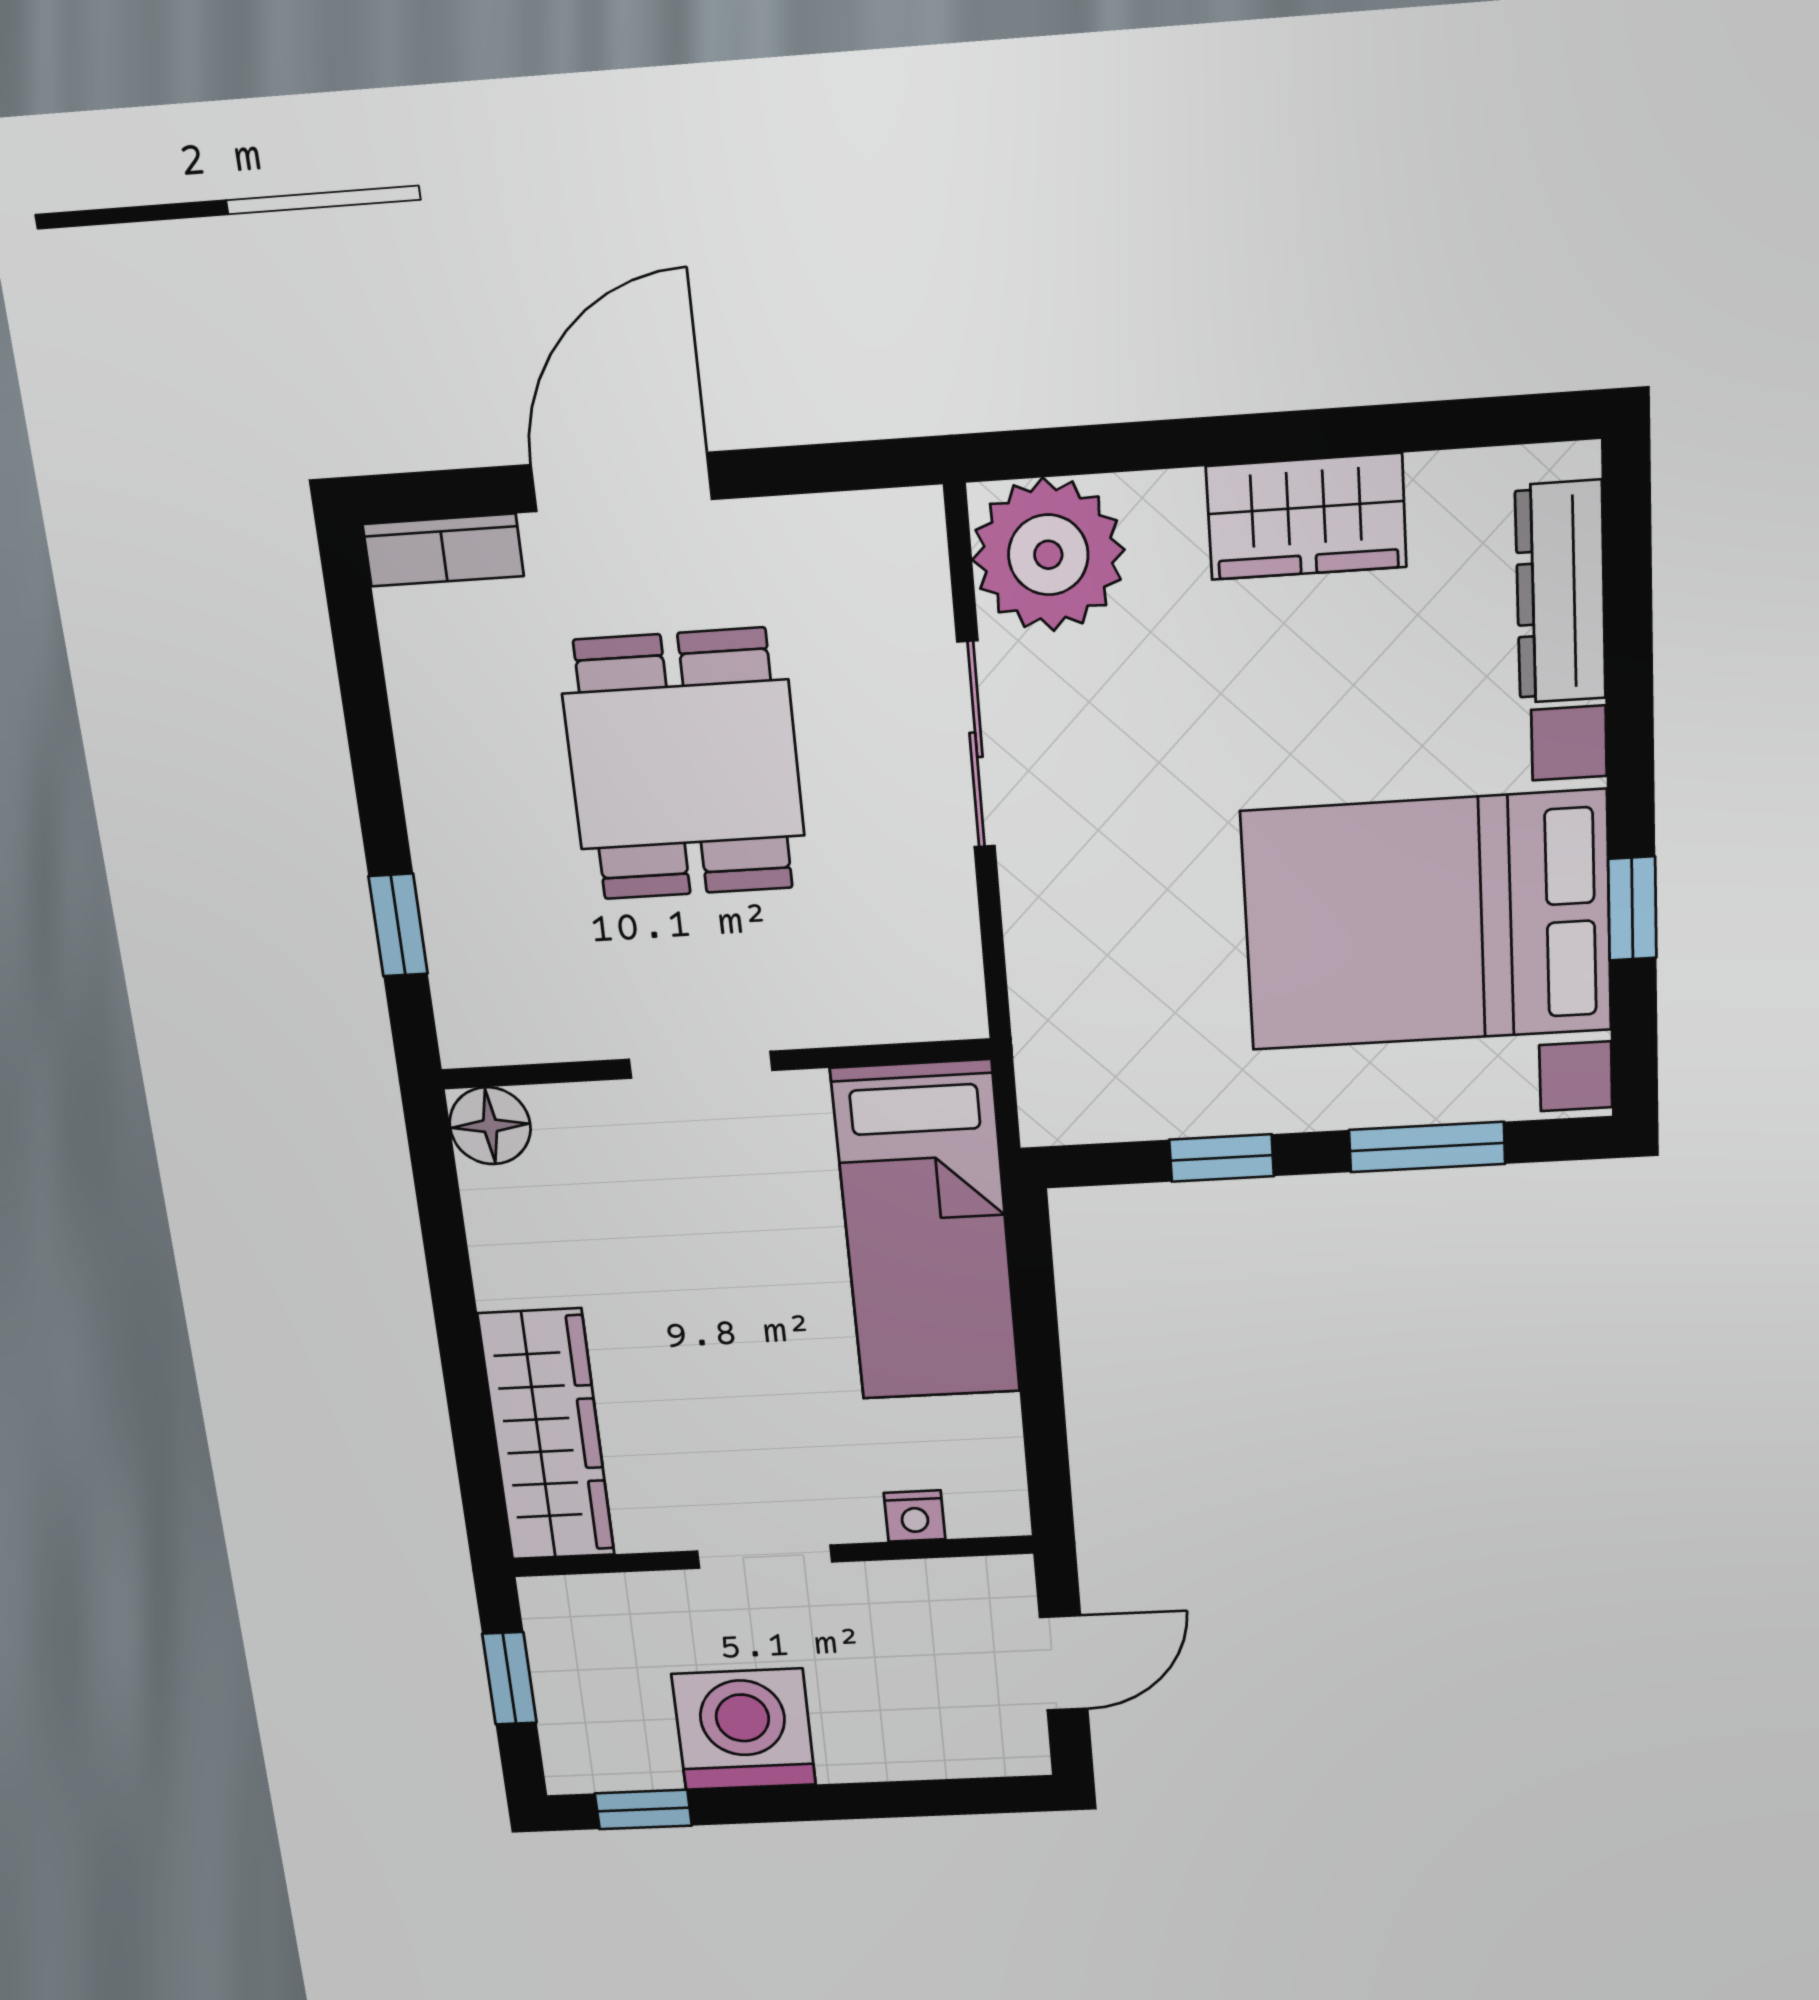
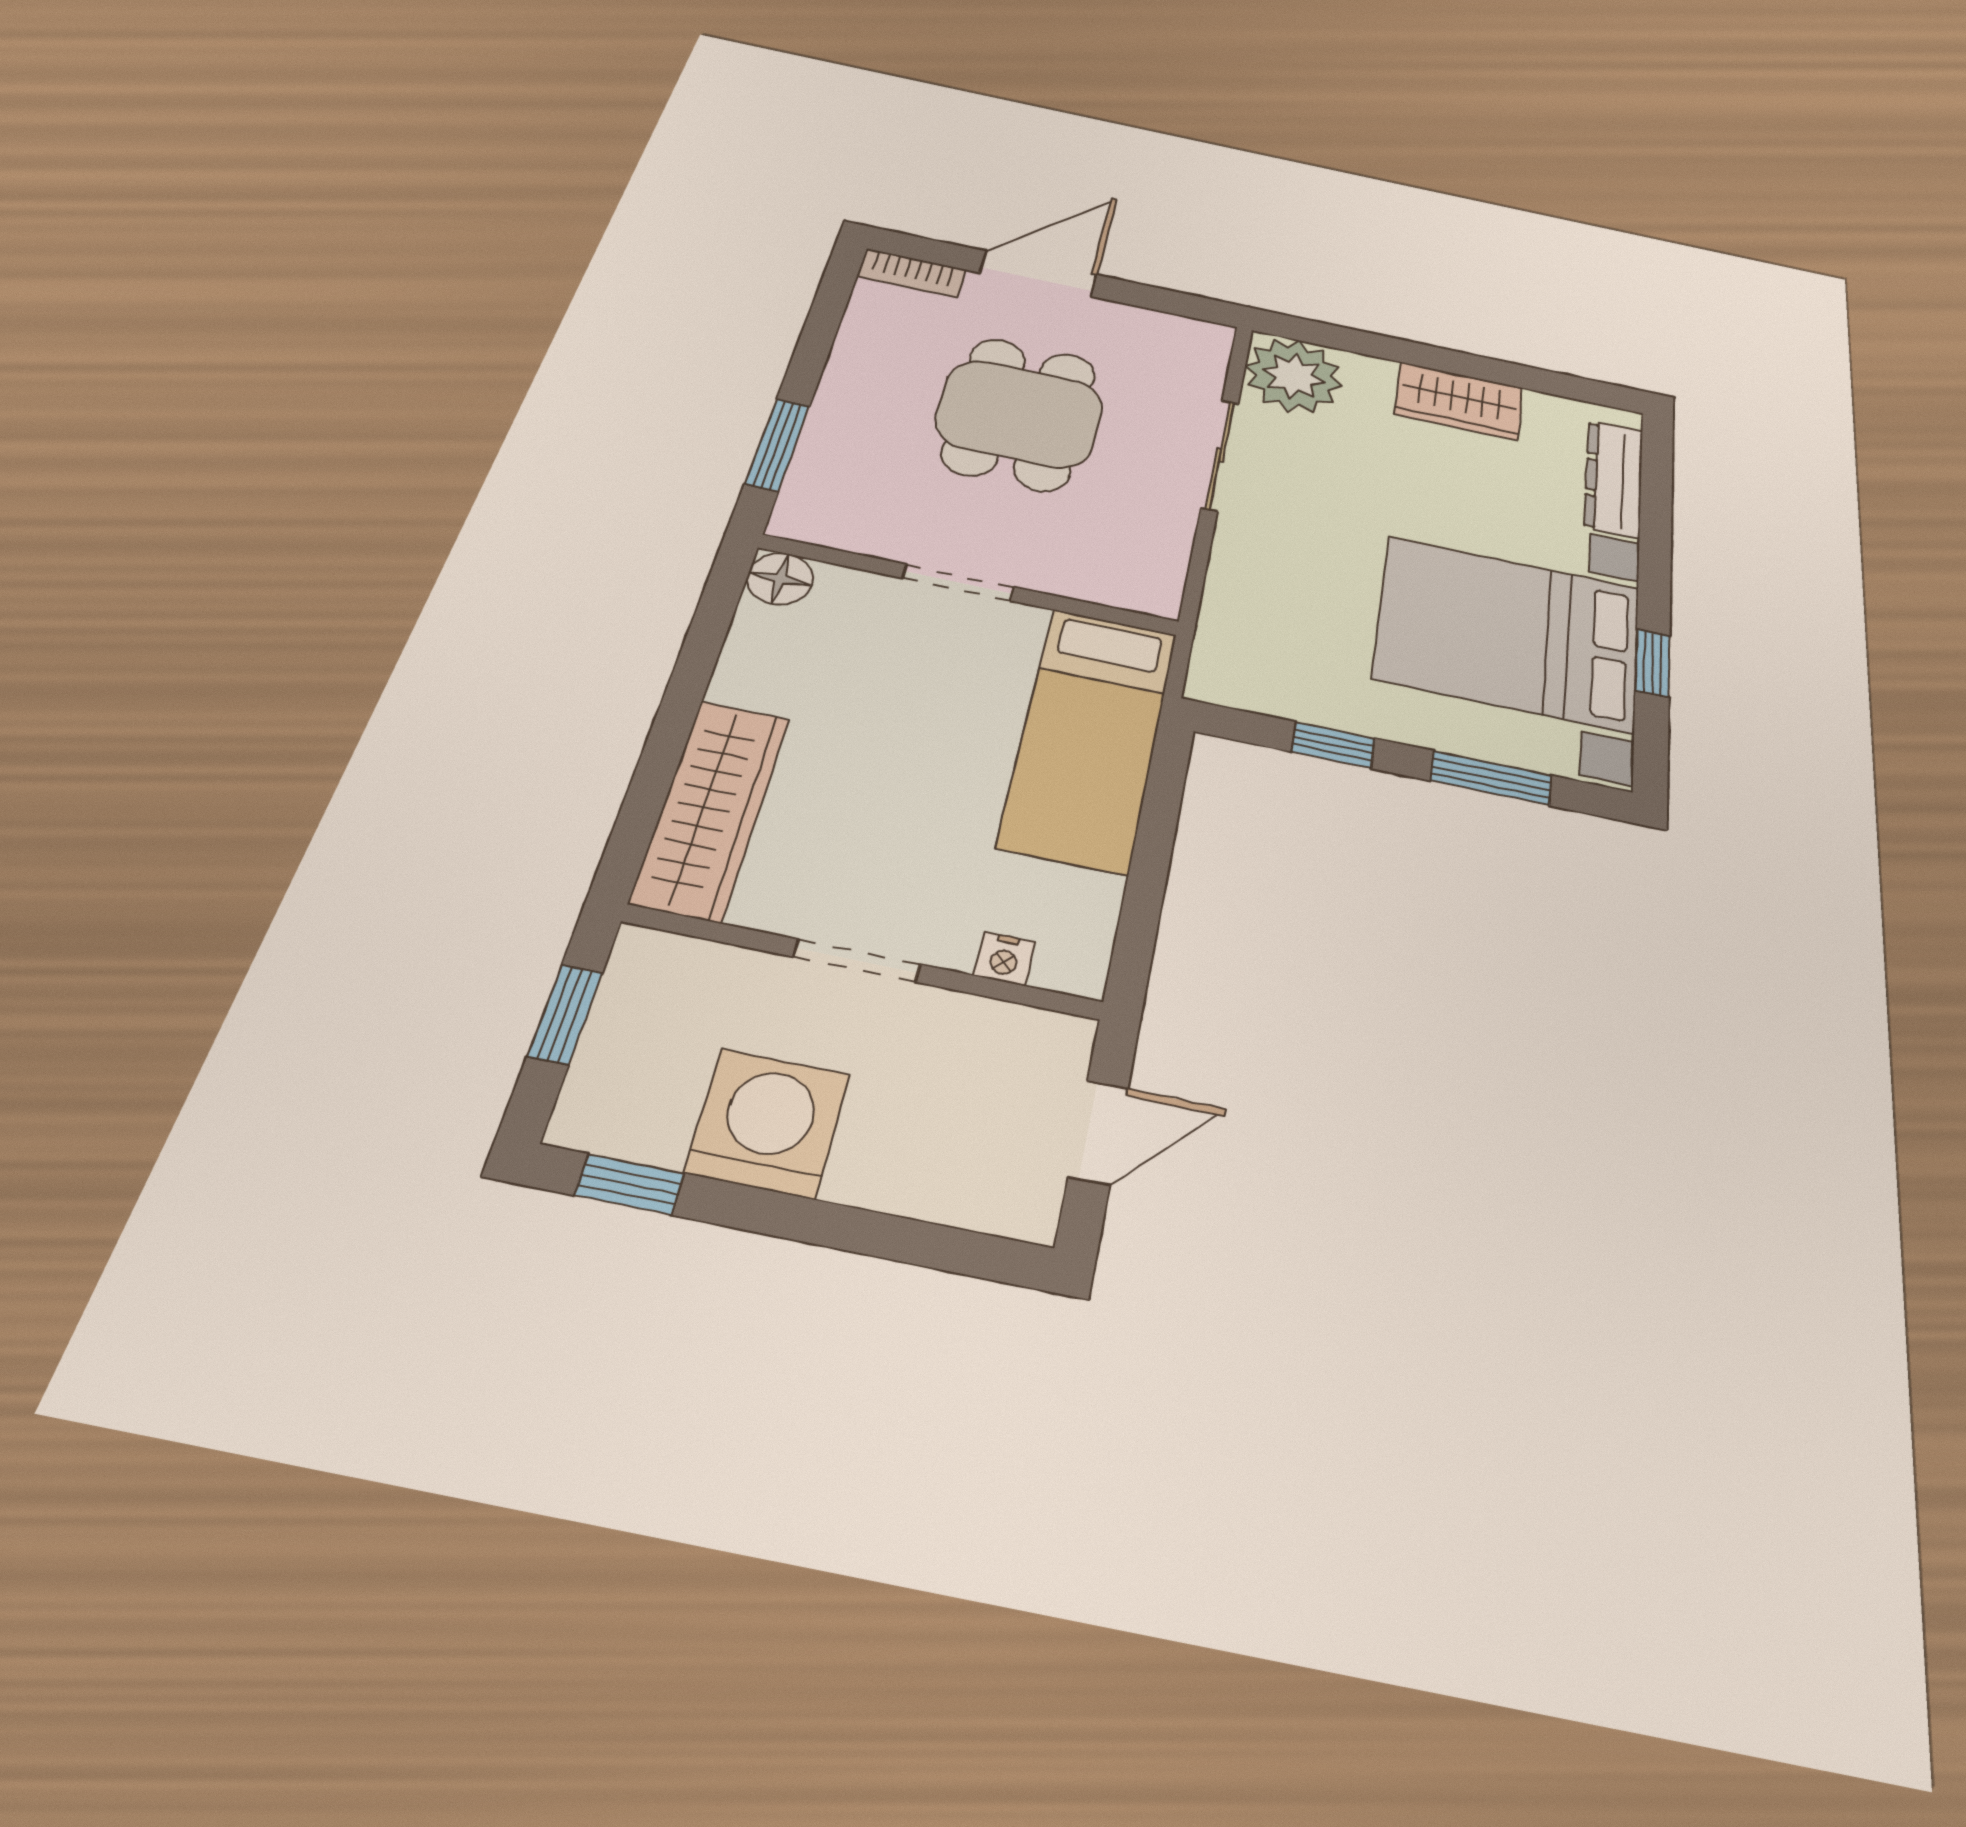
window: (398, 925) -> (777, 445), width x1.50

